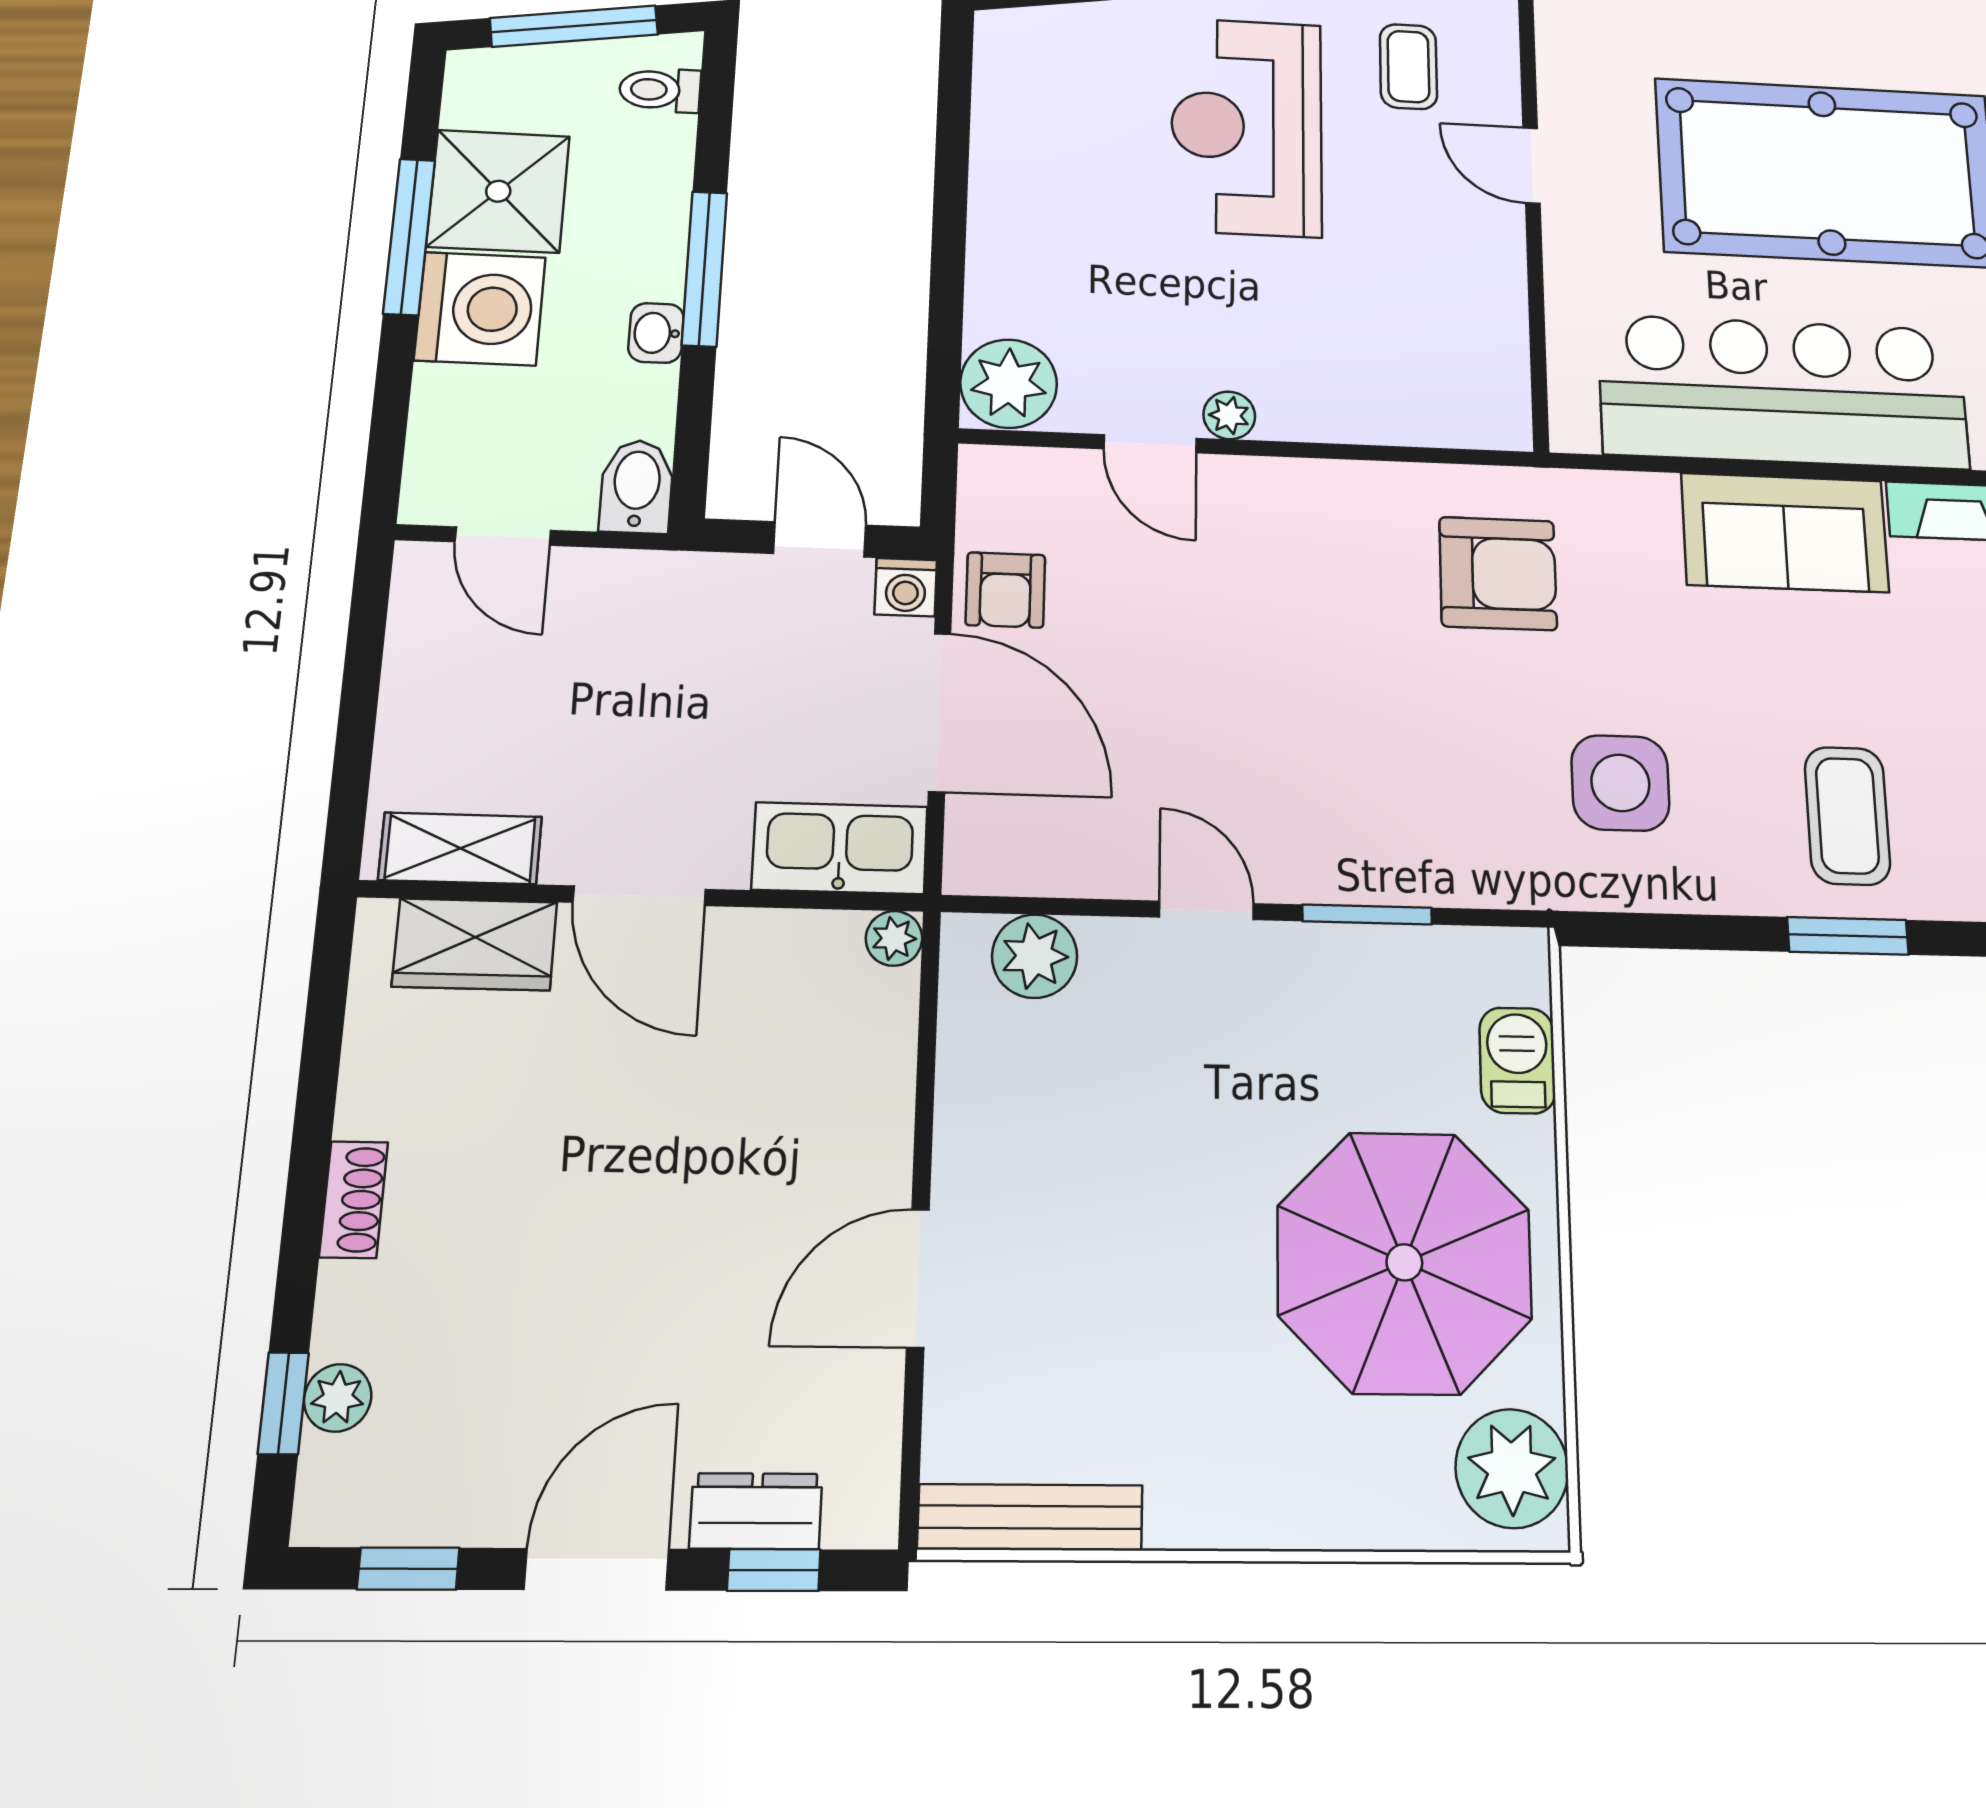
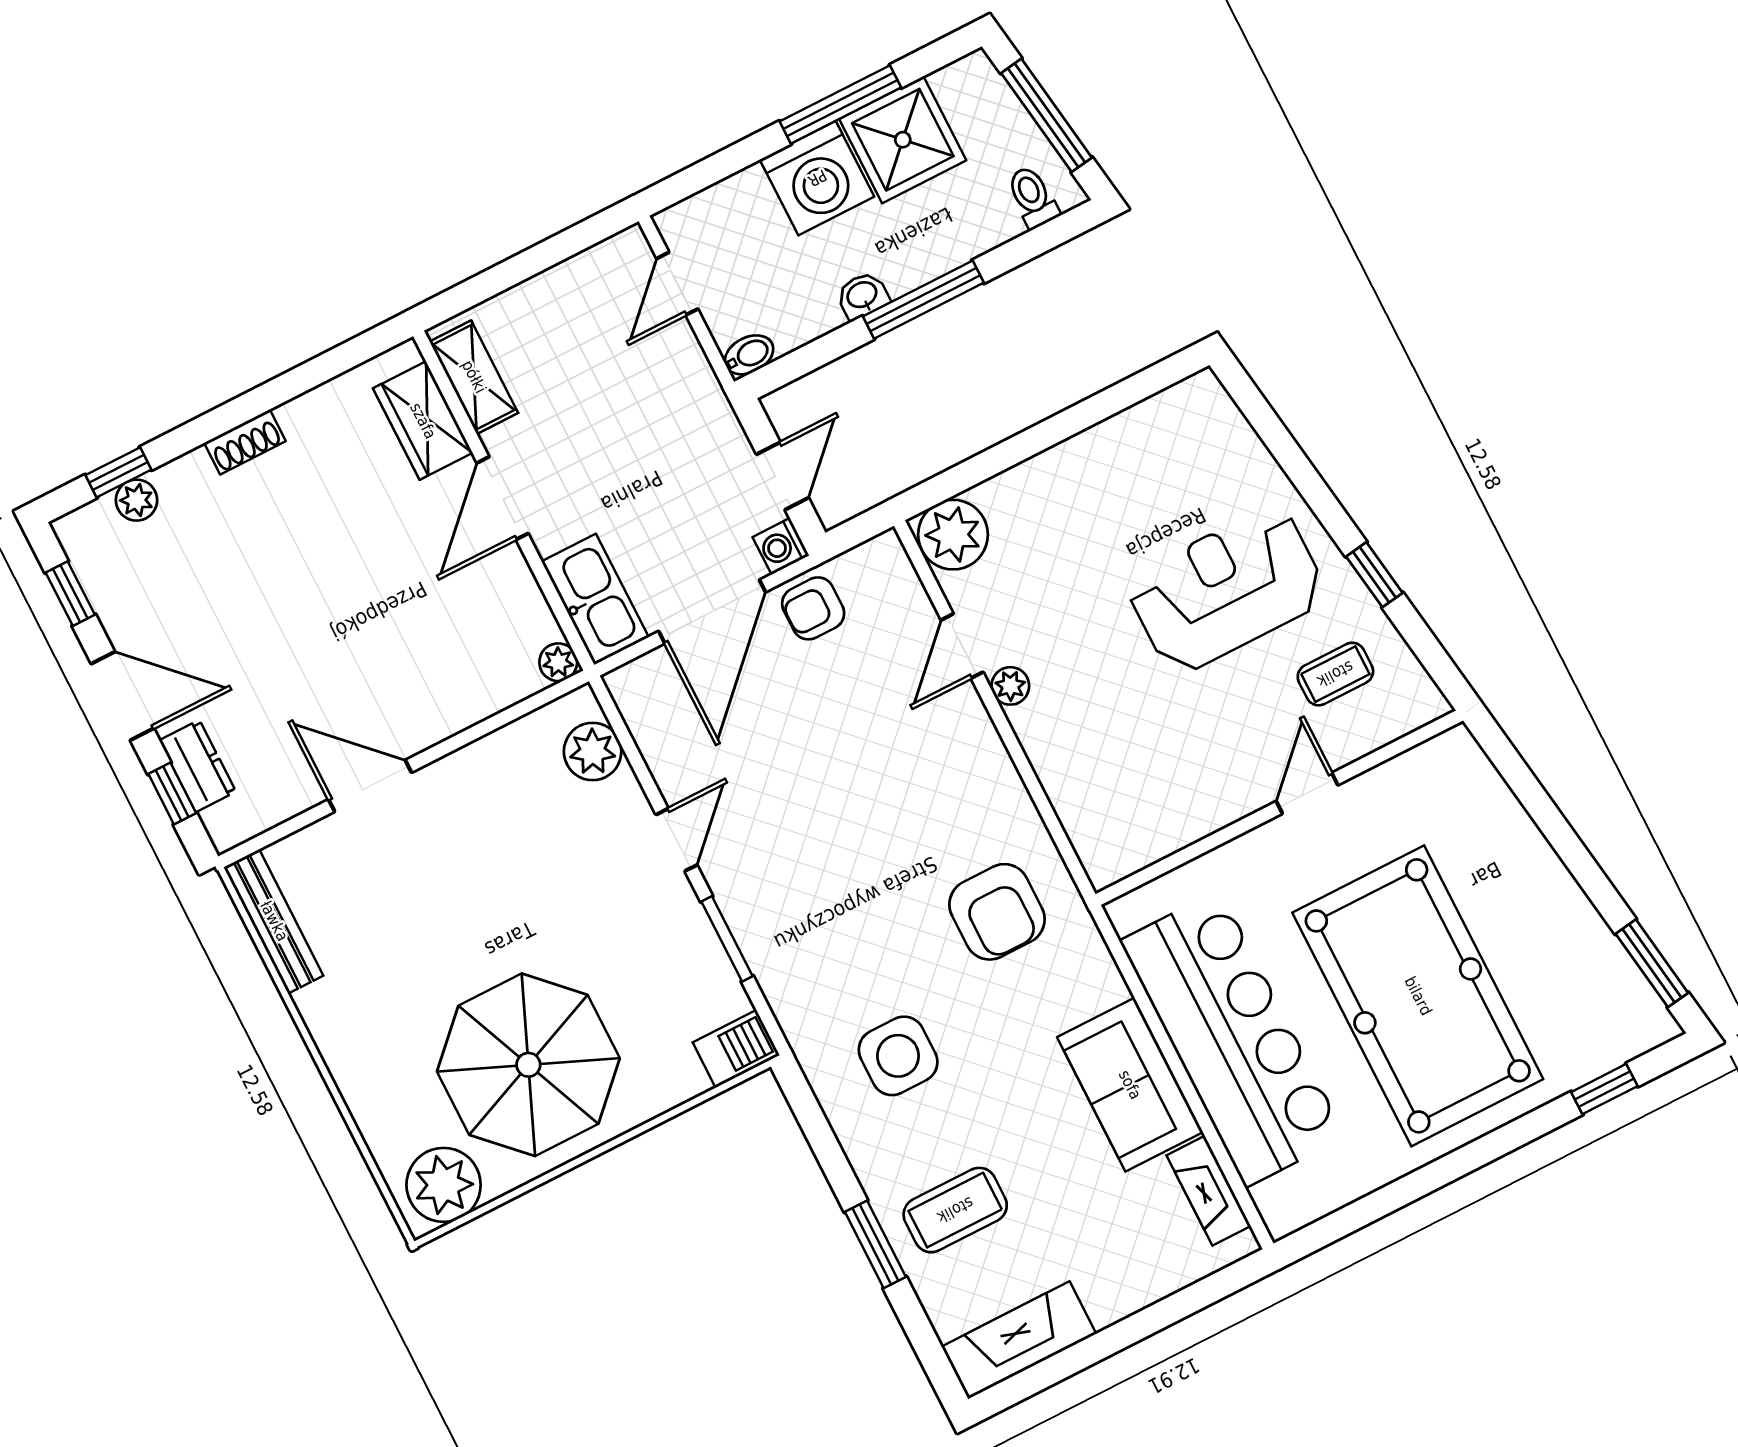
bidet: (637, 487) -> (749, 355), width x0.72, depth x0.74
barbecue: (1517, 1060) -> (736, 1049), moved

